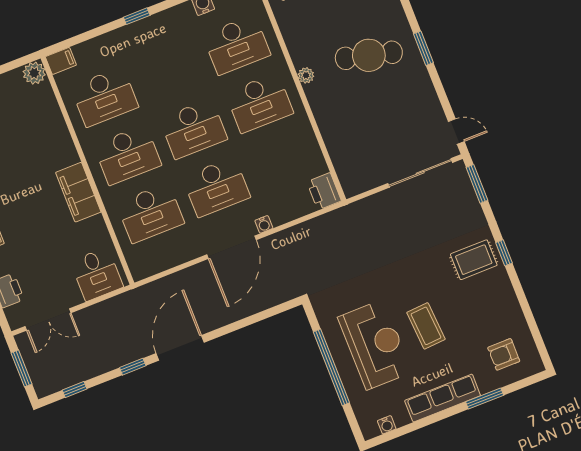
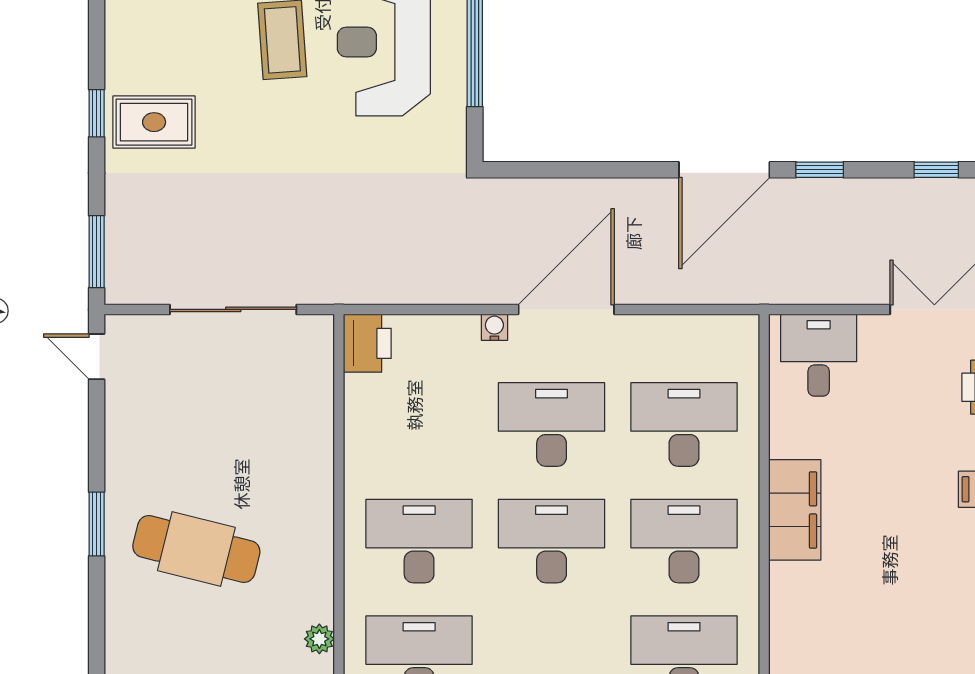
plant: (306, 75) -> (319, 639), moved
sliding door: (420, 173) -> (233, 309), moved

